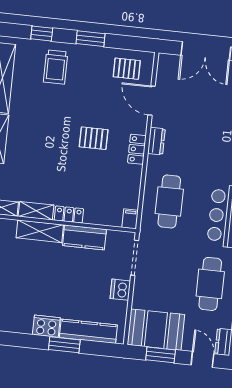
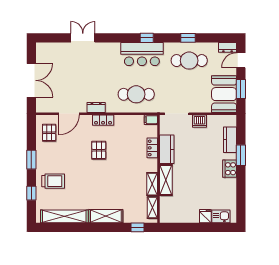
locker: (69, 214) -> (152, 148), moved
kitchen counter: (88, 331) -> (230, 140), width x0.67

